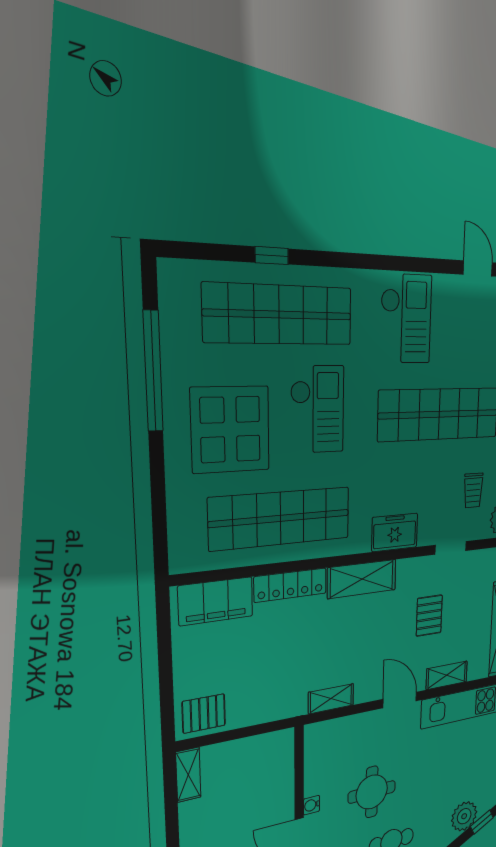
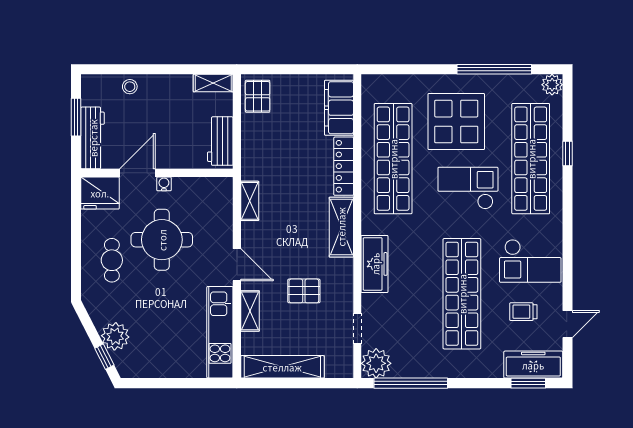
plant: (173, 276) -> (552, 85), added
checkout: (317, 409) -> (468, 188), turned 180
trolley: (473, 490) -> (523, 312), moved
freezer: (395, 532) -> (375, 264), width x1.40
doorway: (451, 548) -> (357, 328), moved
door: (400, 700) -> (237, 265), hinge flipped
workbench: (261, 749) -> (220, 141), added
round table: (372, 792) -> (162, 240), width x1.36, depth x1.36

